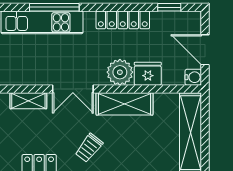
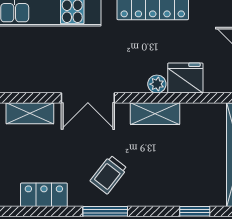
plant: (120, 72) -> (157, 84), width x0.53, depth x0.53
shelving: (125, 104) -> (155, 114), width x0.67, depth x0.75

